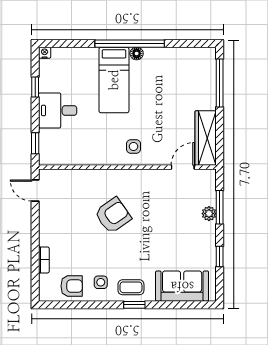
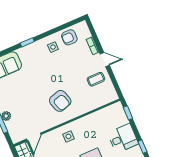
door: (35, 191) -> (105, 60), moved
armchair: (113, 215) -> (60, 101), moved, turned -72
coffee table: (131, 287) -> (96, 79), moved

